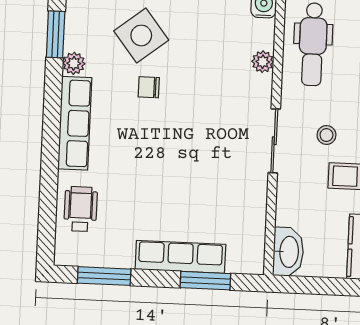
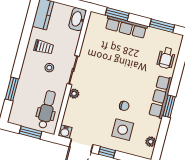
window: (56, 34) -> (169, 106), moved
side table: (141, 35) -> (123, 130), turned 38
plant: (263, 62) -> (74, 94), moved
plant: (74, 63) -> (151, 142), moved

